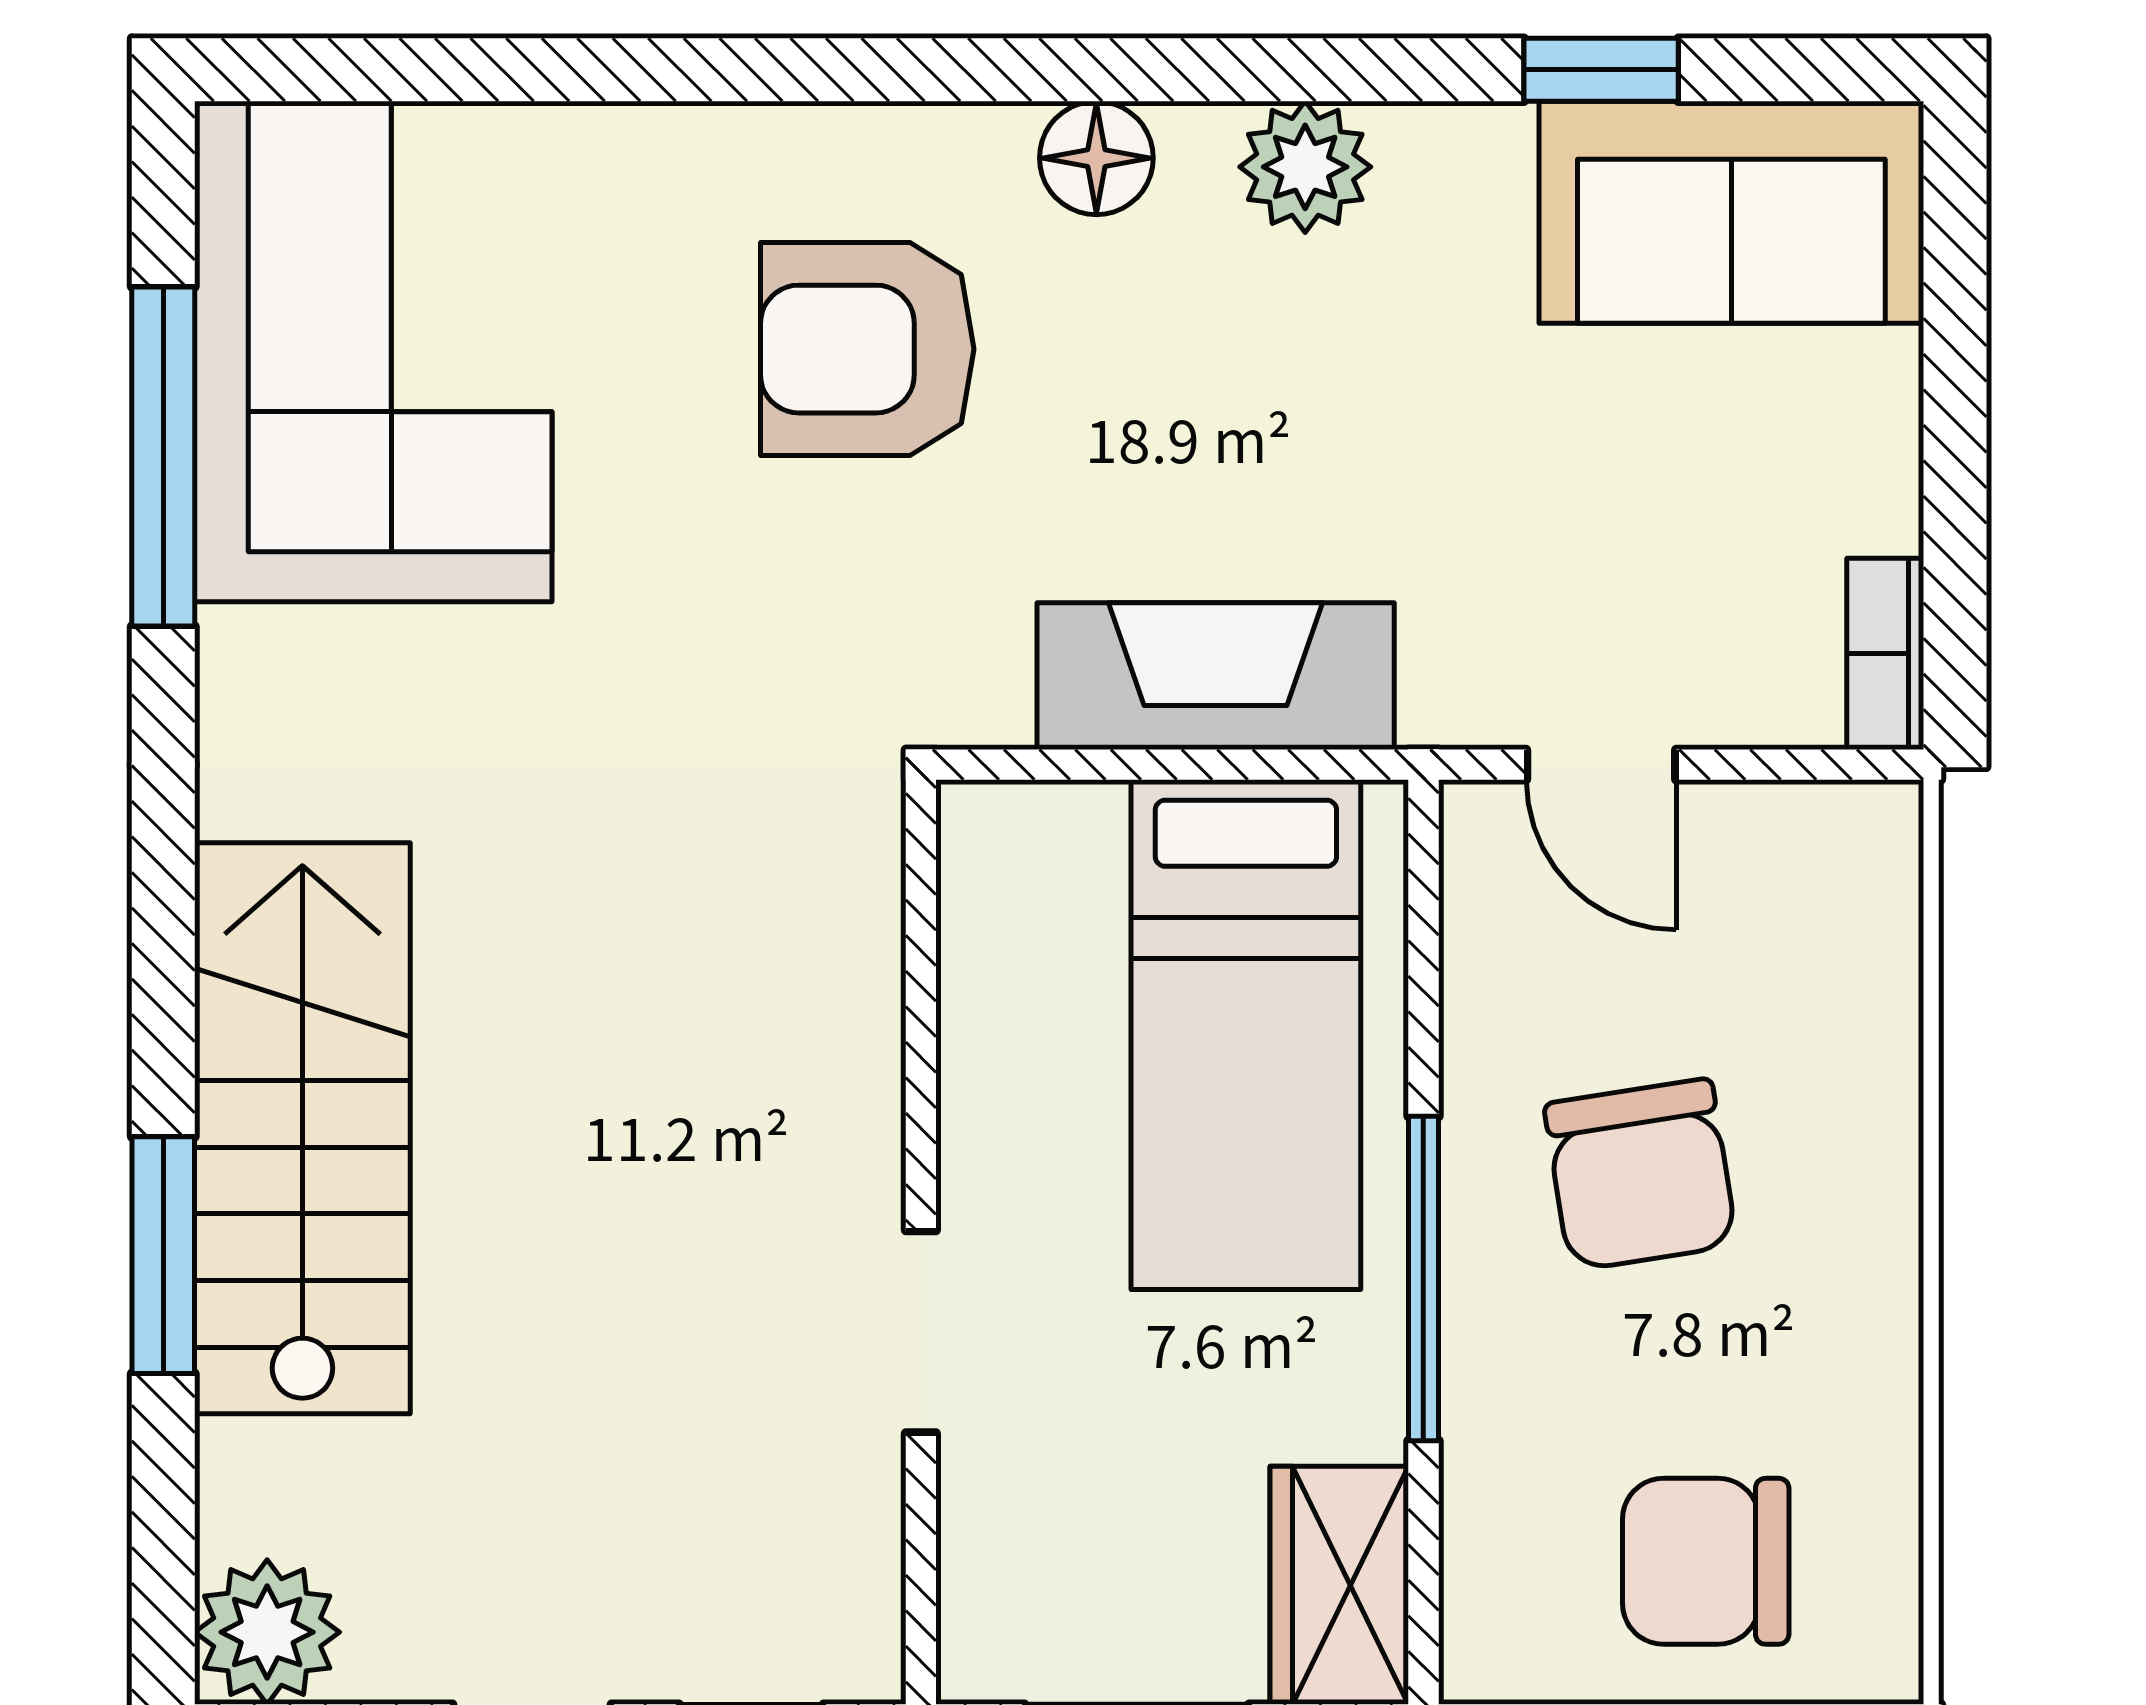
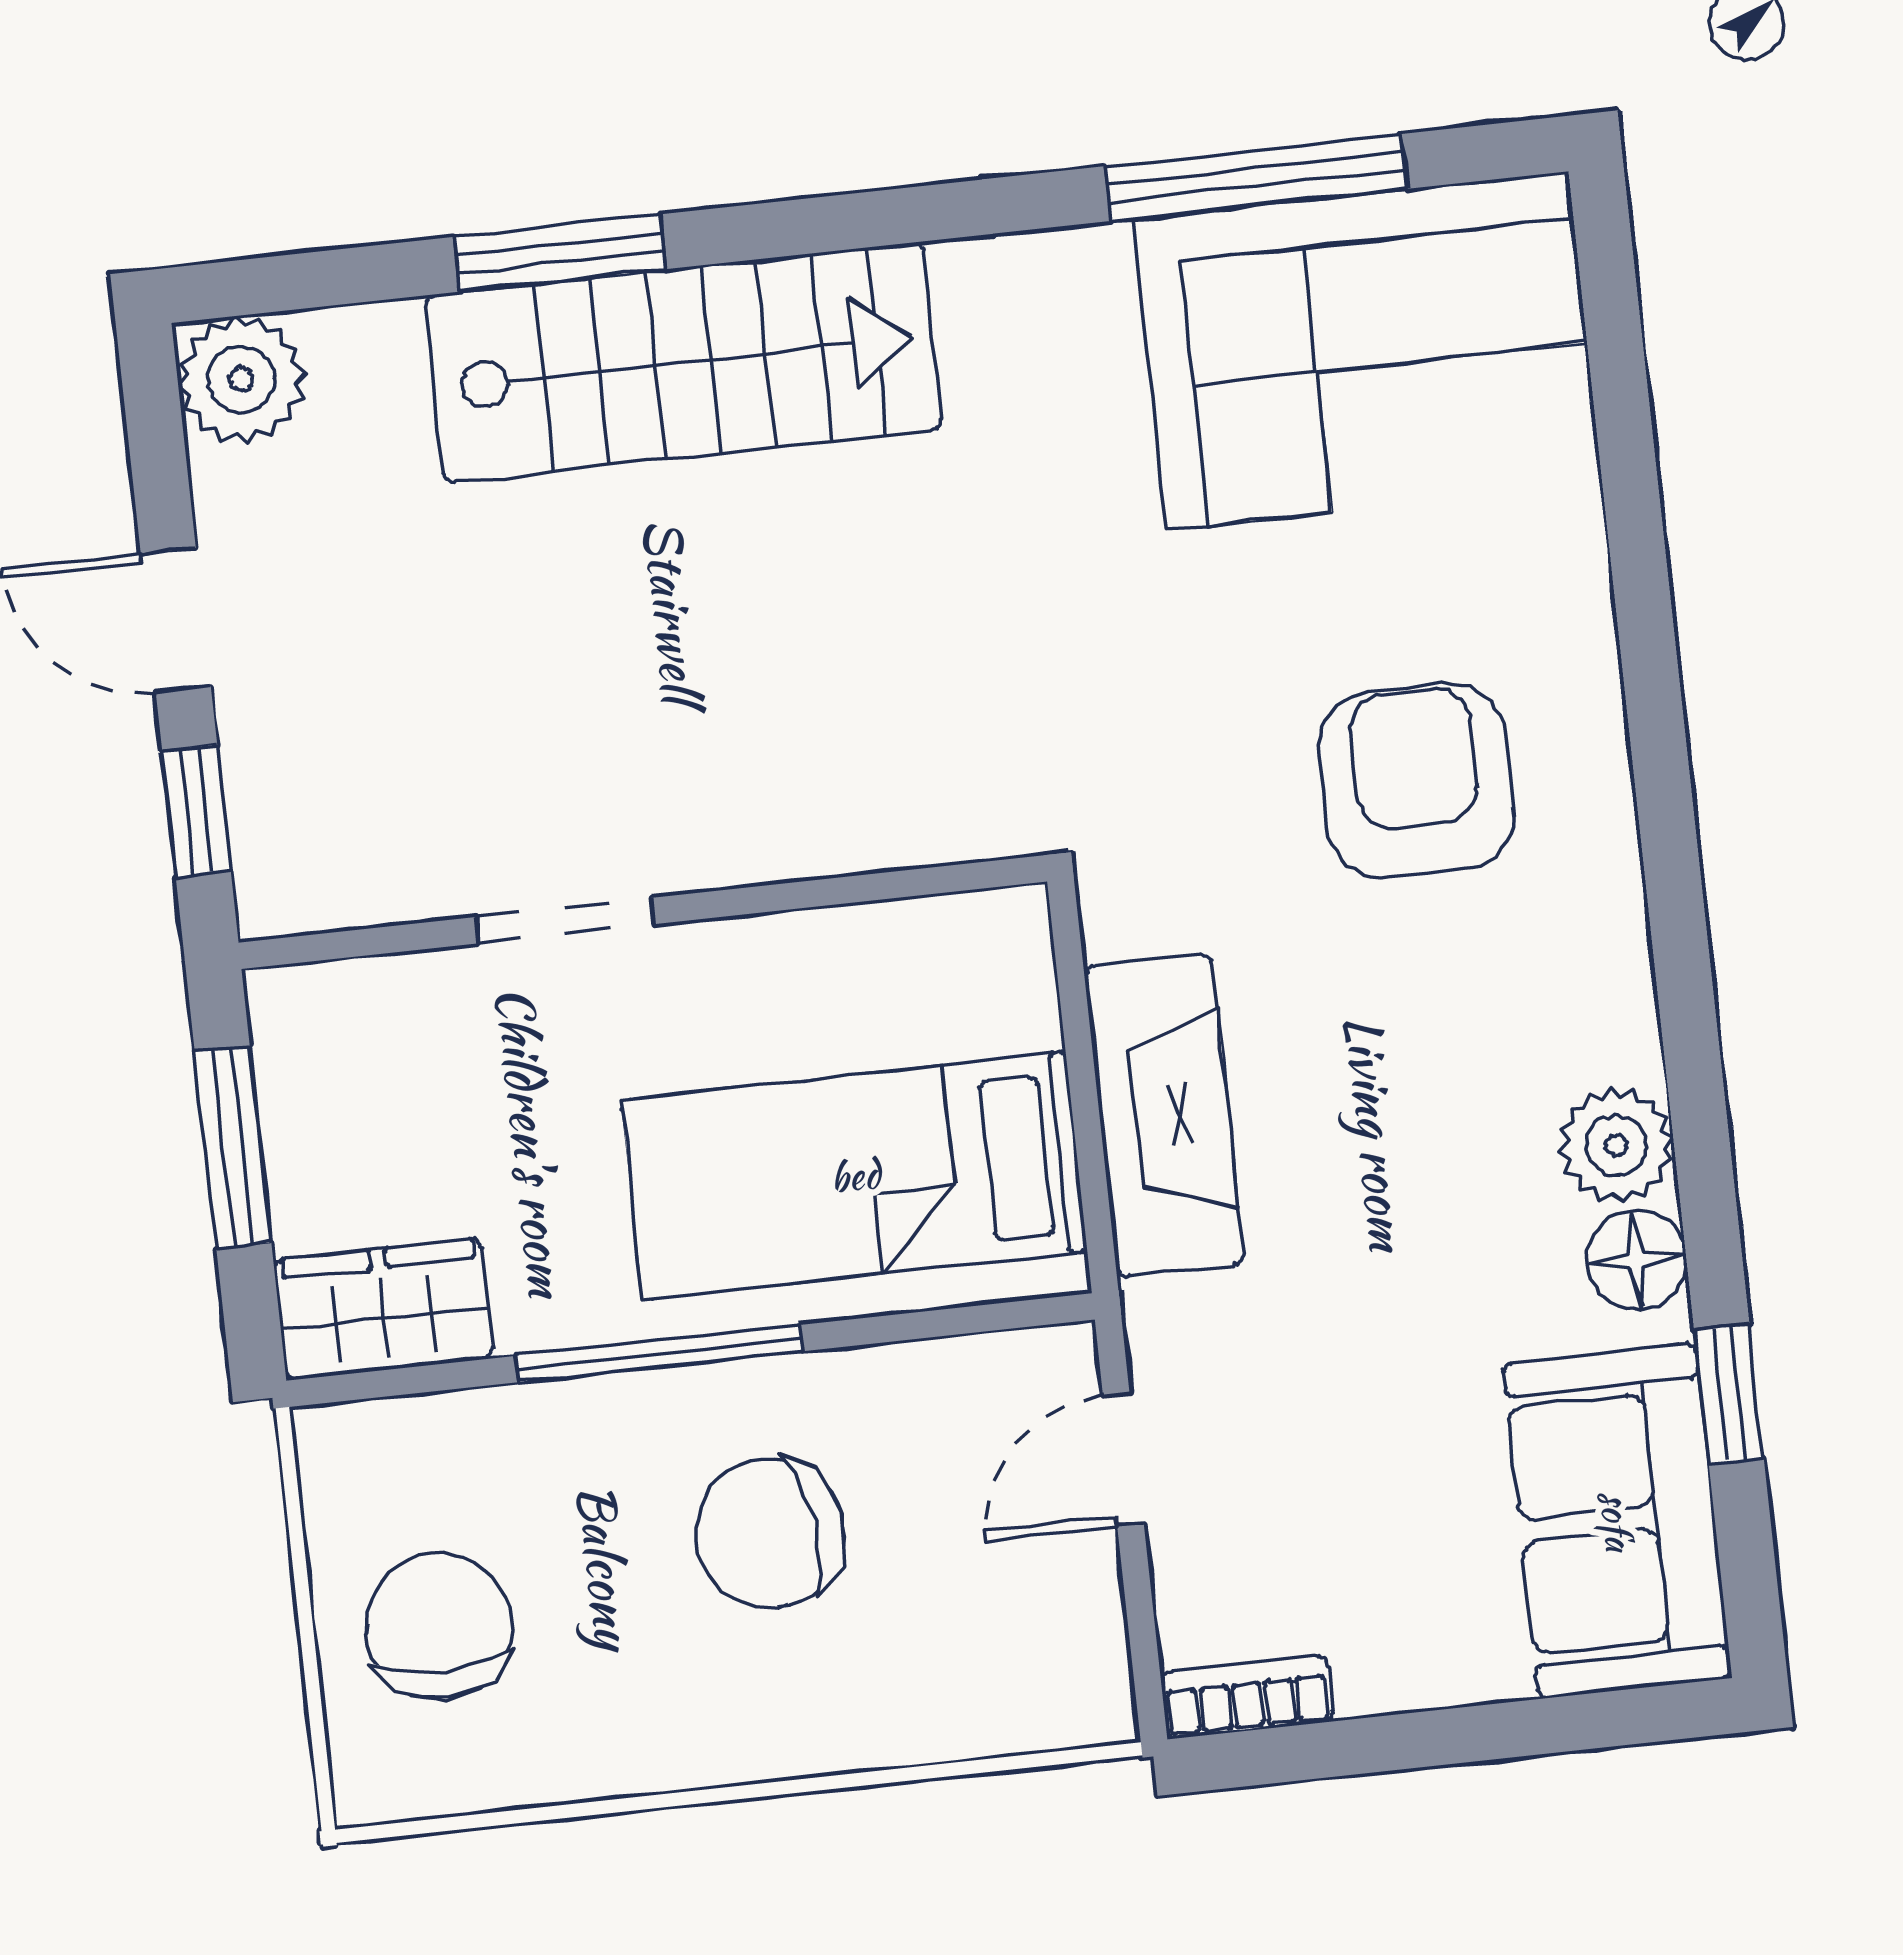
floor lamp: (1096, 158) -> (1637, 1260), moved

